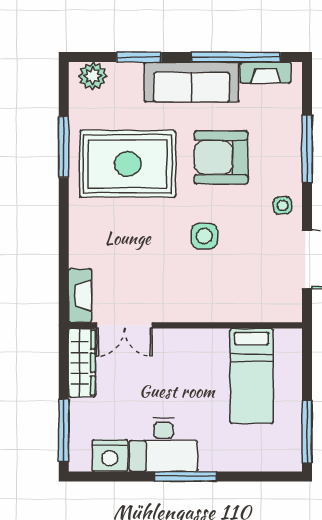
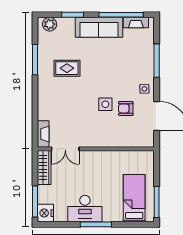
armchair: (221, 157) -> (126, 108), moved, width x0.53, depth x0.53
rug: (128, 164) -> (67, 68), width x0.54, depth x0.49
bed: (252, 376) -> (134, 198), moved, turned 180
nightstand: (110, 456) -> (45, 213), moved, turned 90

